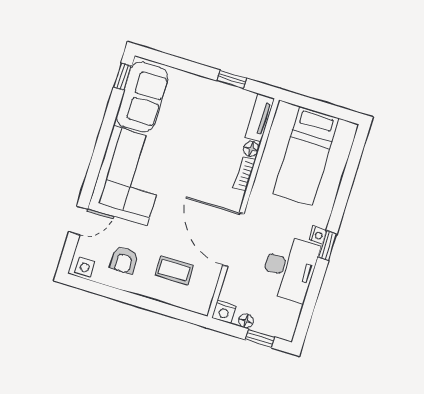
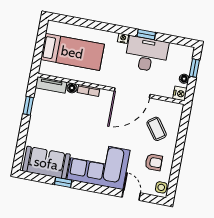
window: (122, 77) -> (63, 182), moved
window: (327, 246) -> (146, 35), moved
coffee table: (174, 270) -> (157, 129), turned -36

